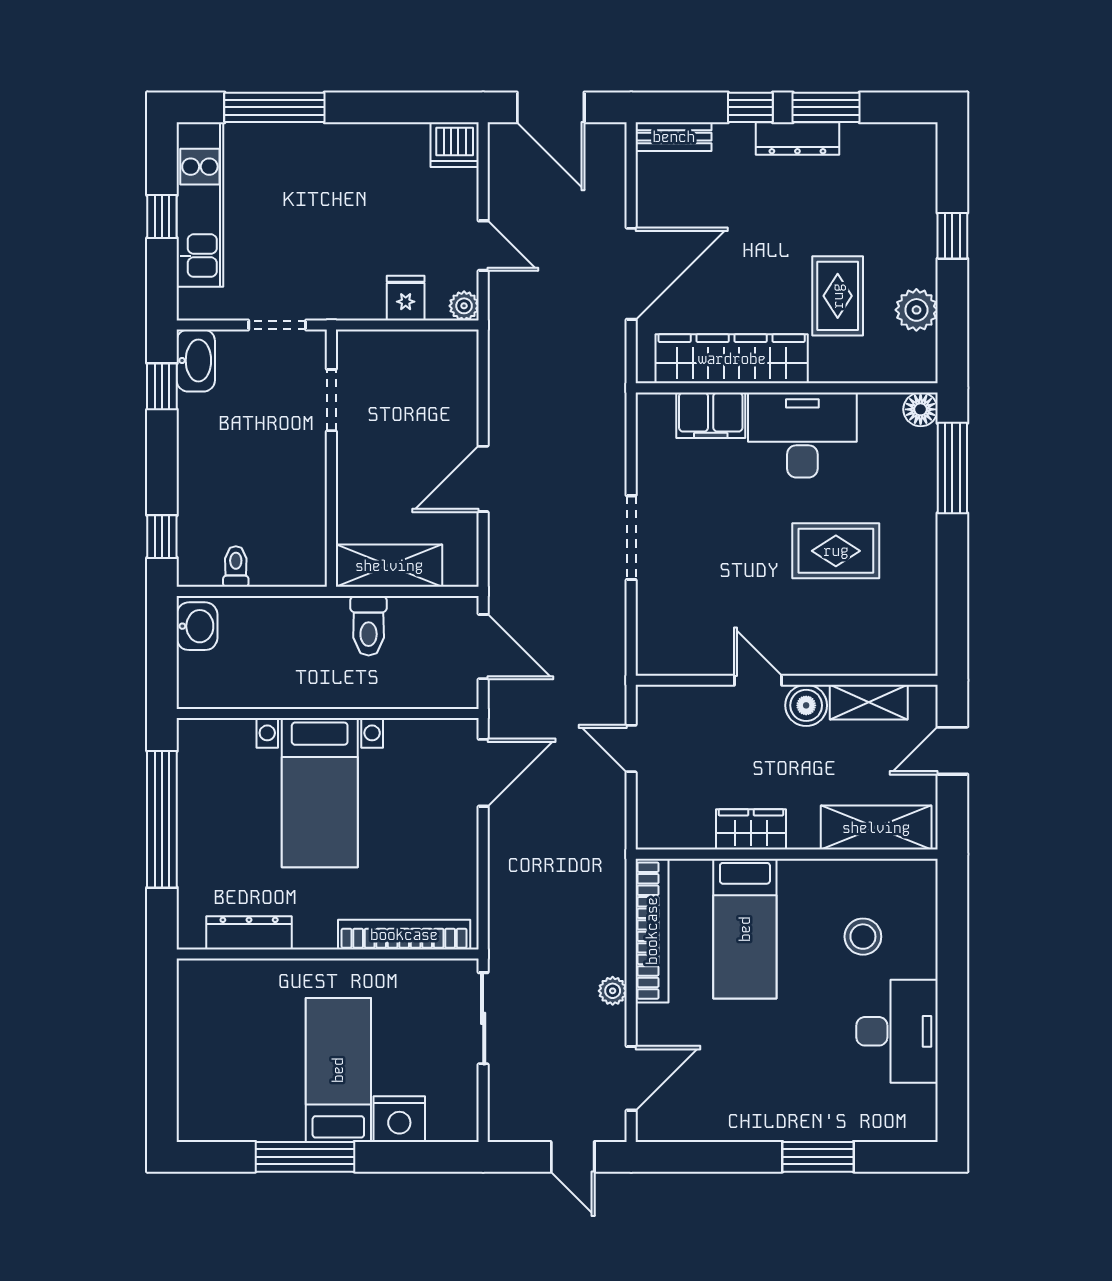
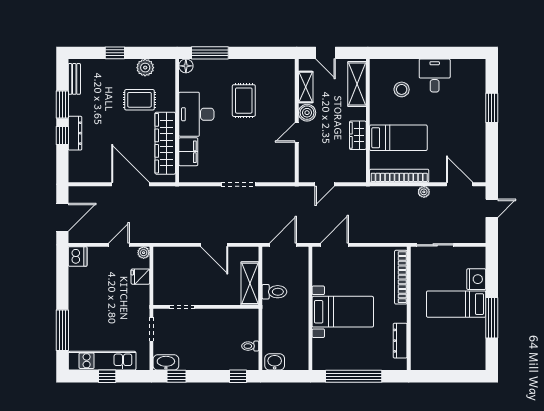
bench: (674, 137) -> (74, 79), moved
dresser: (797, 138) -> (75, 133), moved
door: (483, 773) -> (335, 245), hinge flipped
desk: (897, 1031) -> (435, 76), width x0.73

